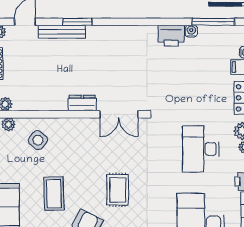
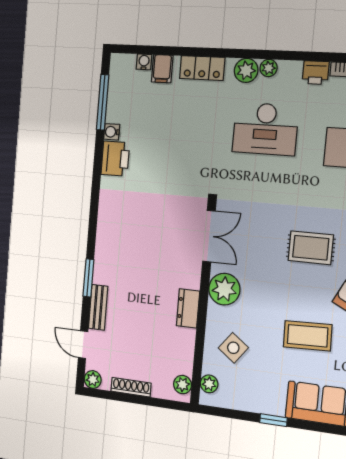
bench: (62, 32) -> (98, 307), width x0.73
dresser: (82, 103) -> (188, 308), moved
plant: (81, 129) -> (224, 289), added

